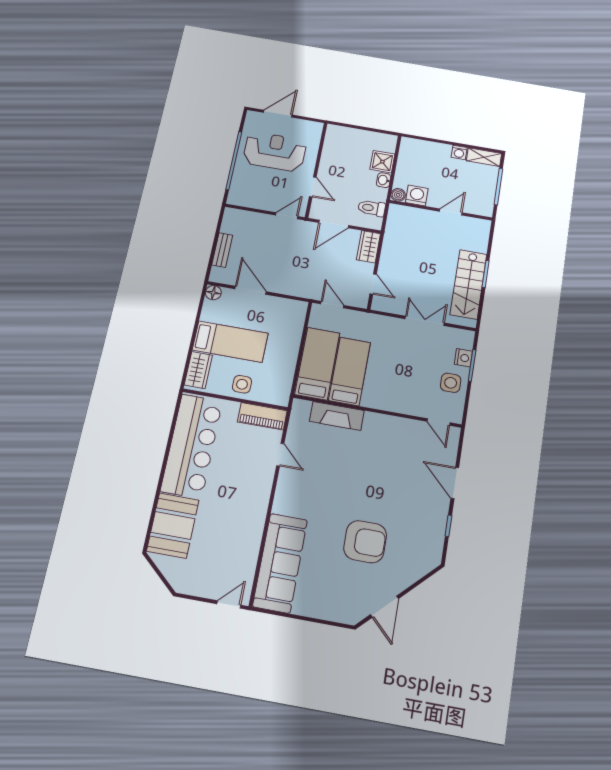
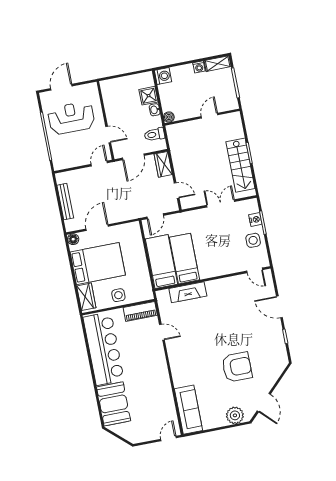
washing machine: (417, 195) -> (163, 76), moved, turned 90
bench: (222, 250) -> (65, 202), width x1.36
door: (251, 290) -> (97, 228), hinge flipped
door: (332, 305) -> (155, 216), swing flipped
bed: (230, 342) -> (98, 264), width x1.50
sofa: (280, 563) -> (188, 410), width x0.74, depth x0.79
plant: (336, 609) -> (235, 415), added

